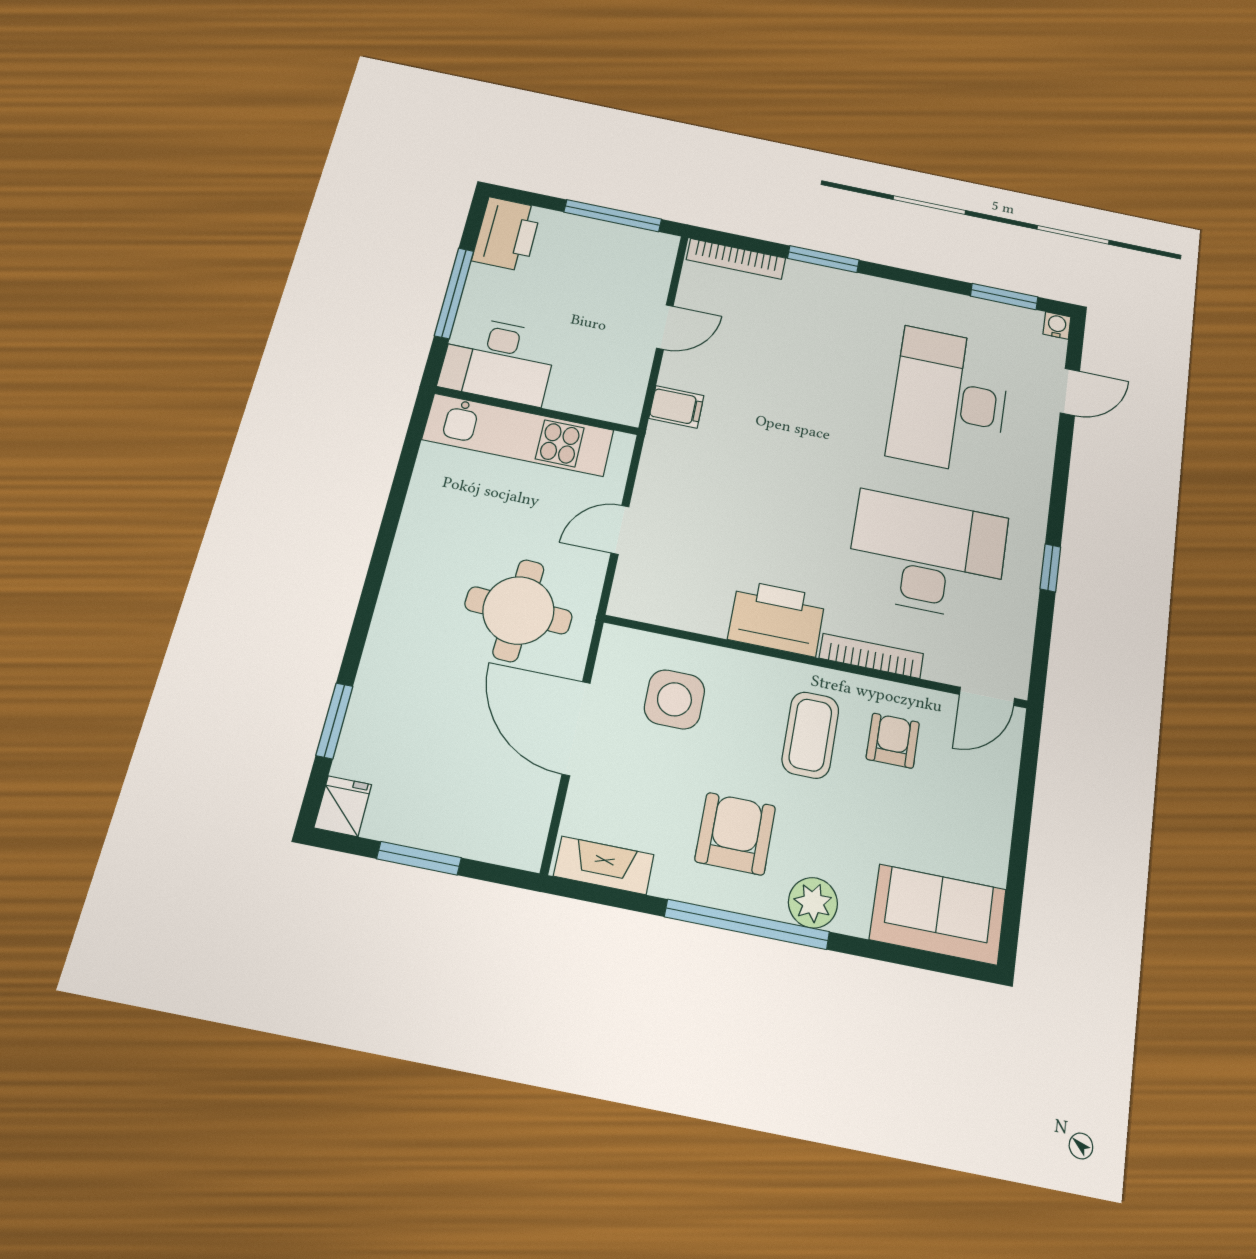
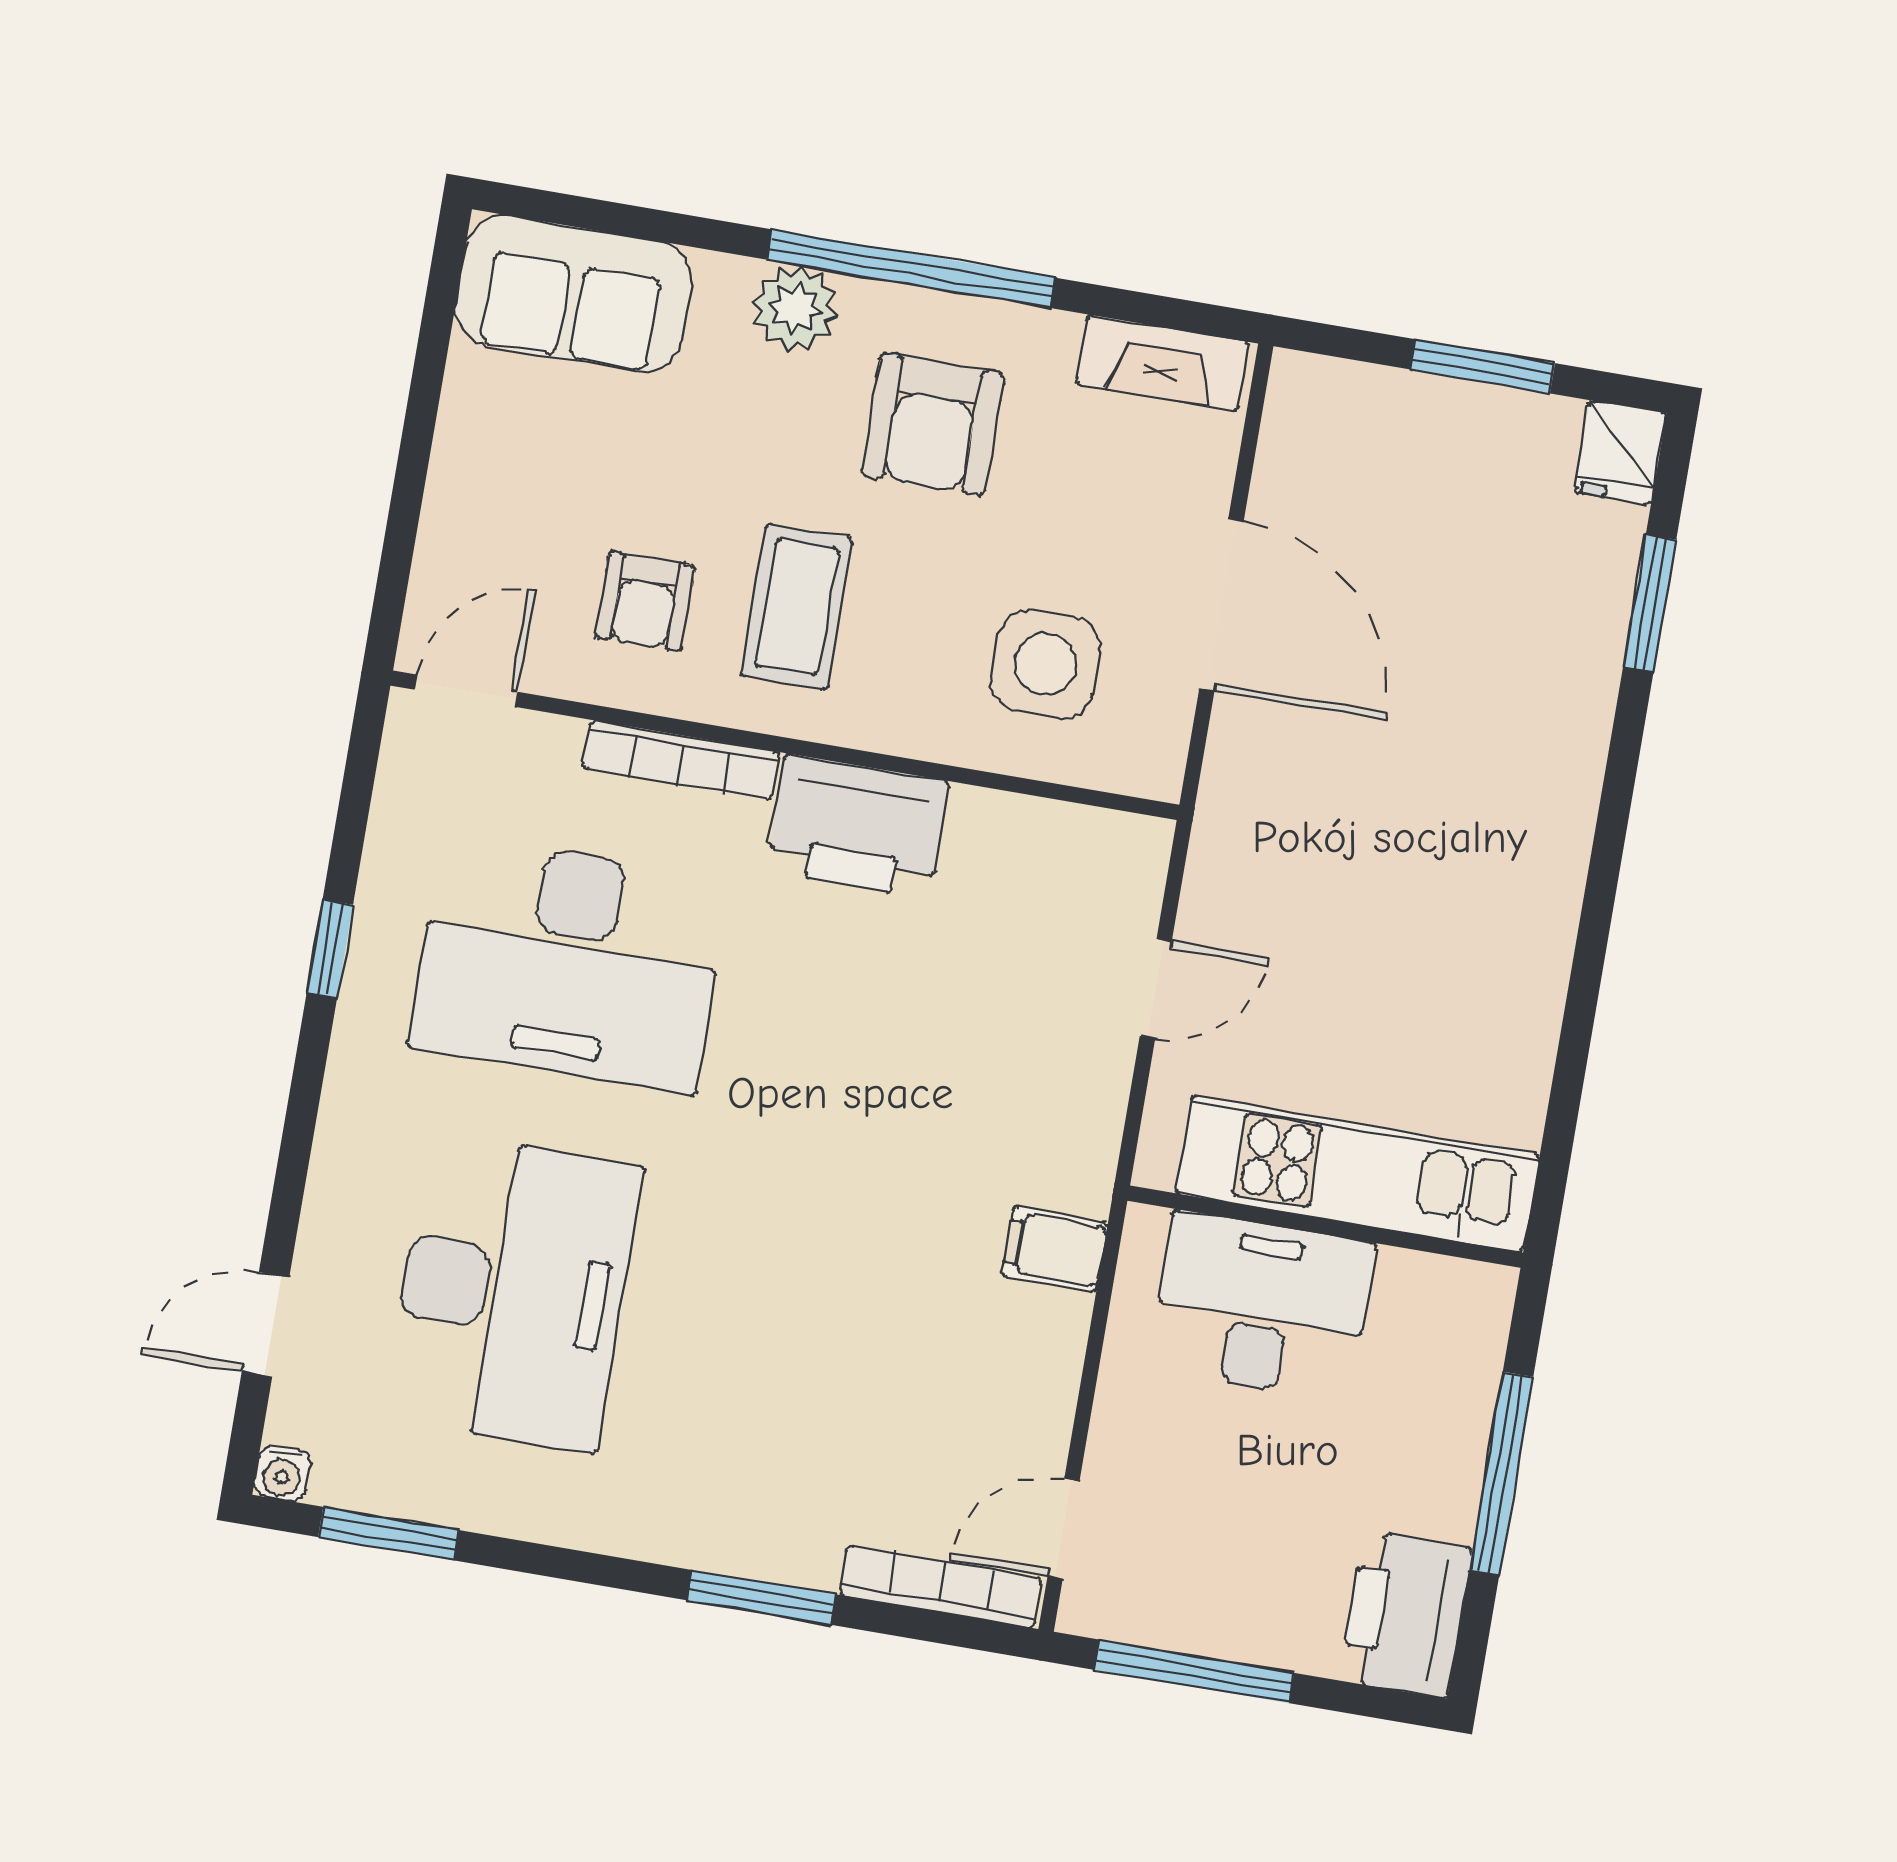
door: (665, 327) -> (1063, 1529), moved
desk: (498, 360) -> (1262, 1306), moved
round table: (518, 610) -> (1337, 822), removed

